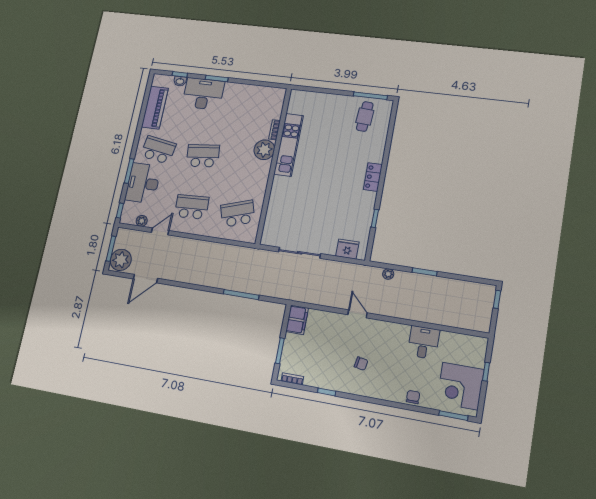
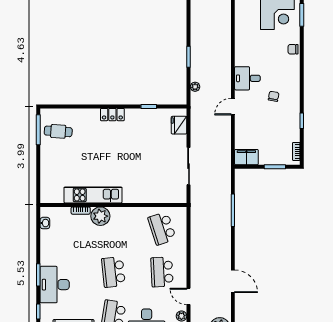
washbasin: (180, 81) -> (45, 223), moved
door: (145, 279) -> (233, 281), moved
desk: (423, 342) -> (247, 78), moved

